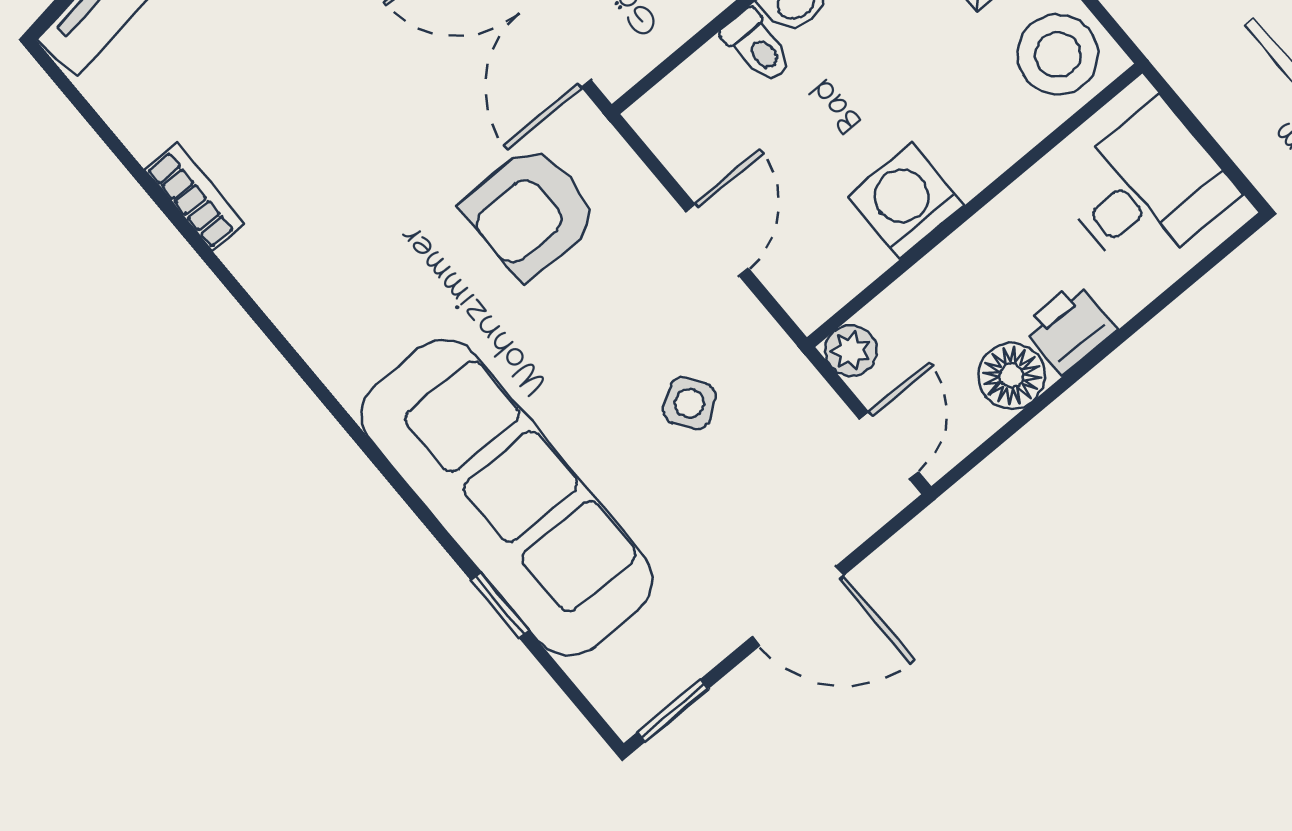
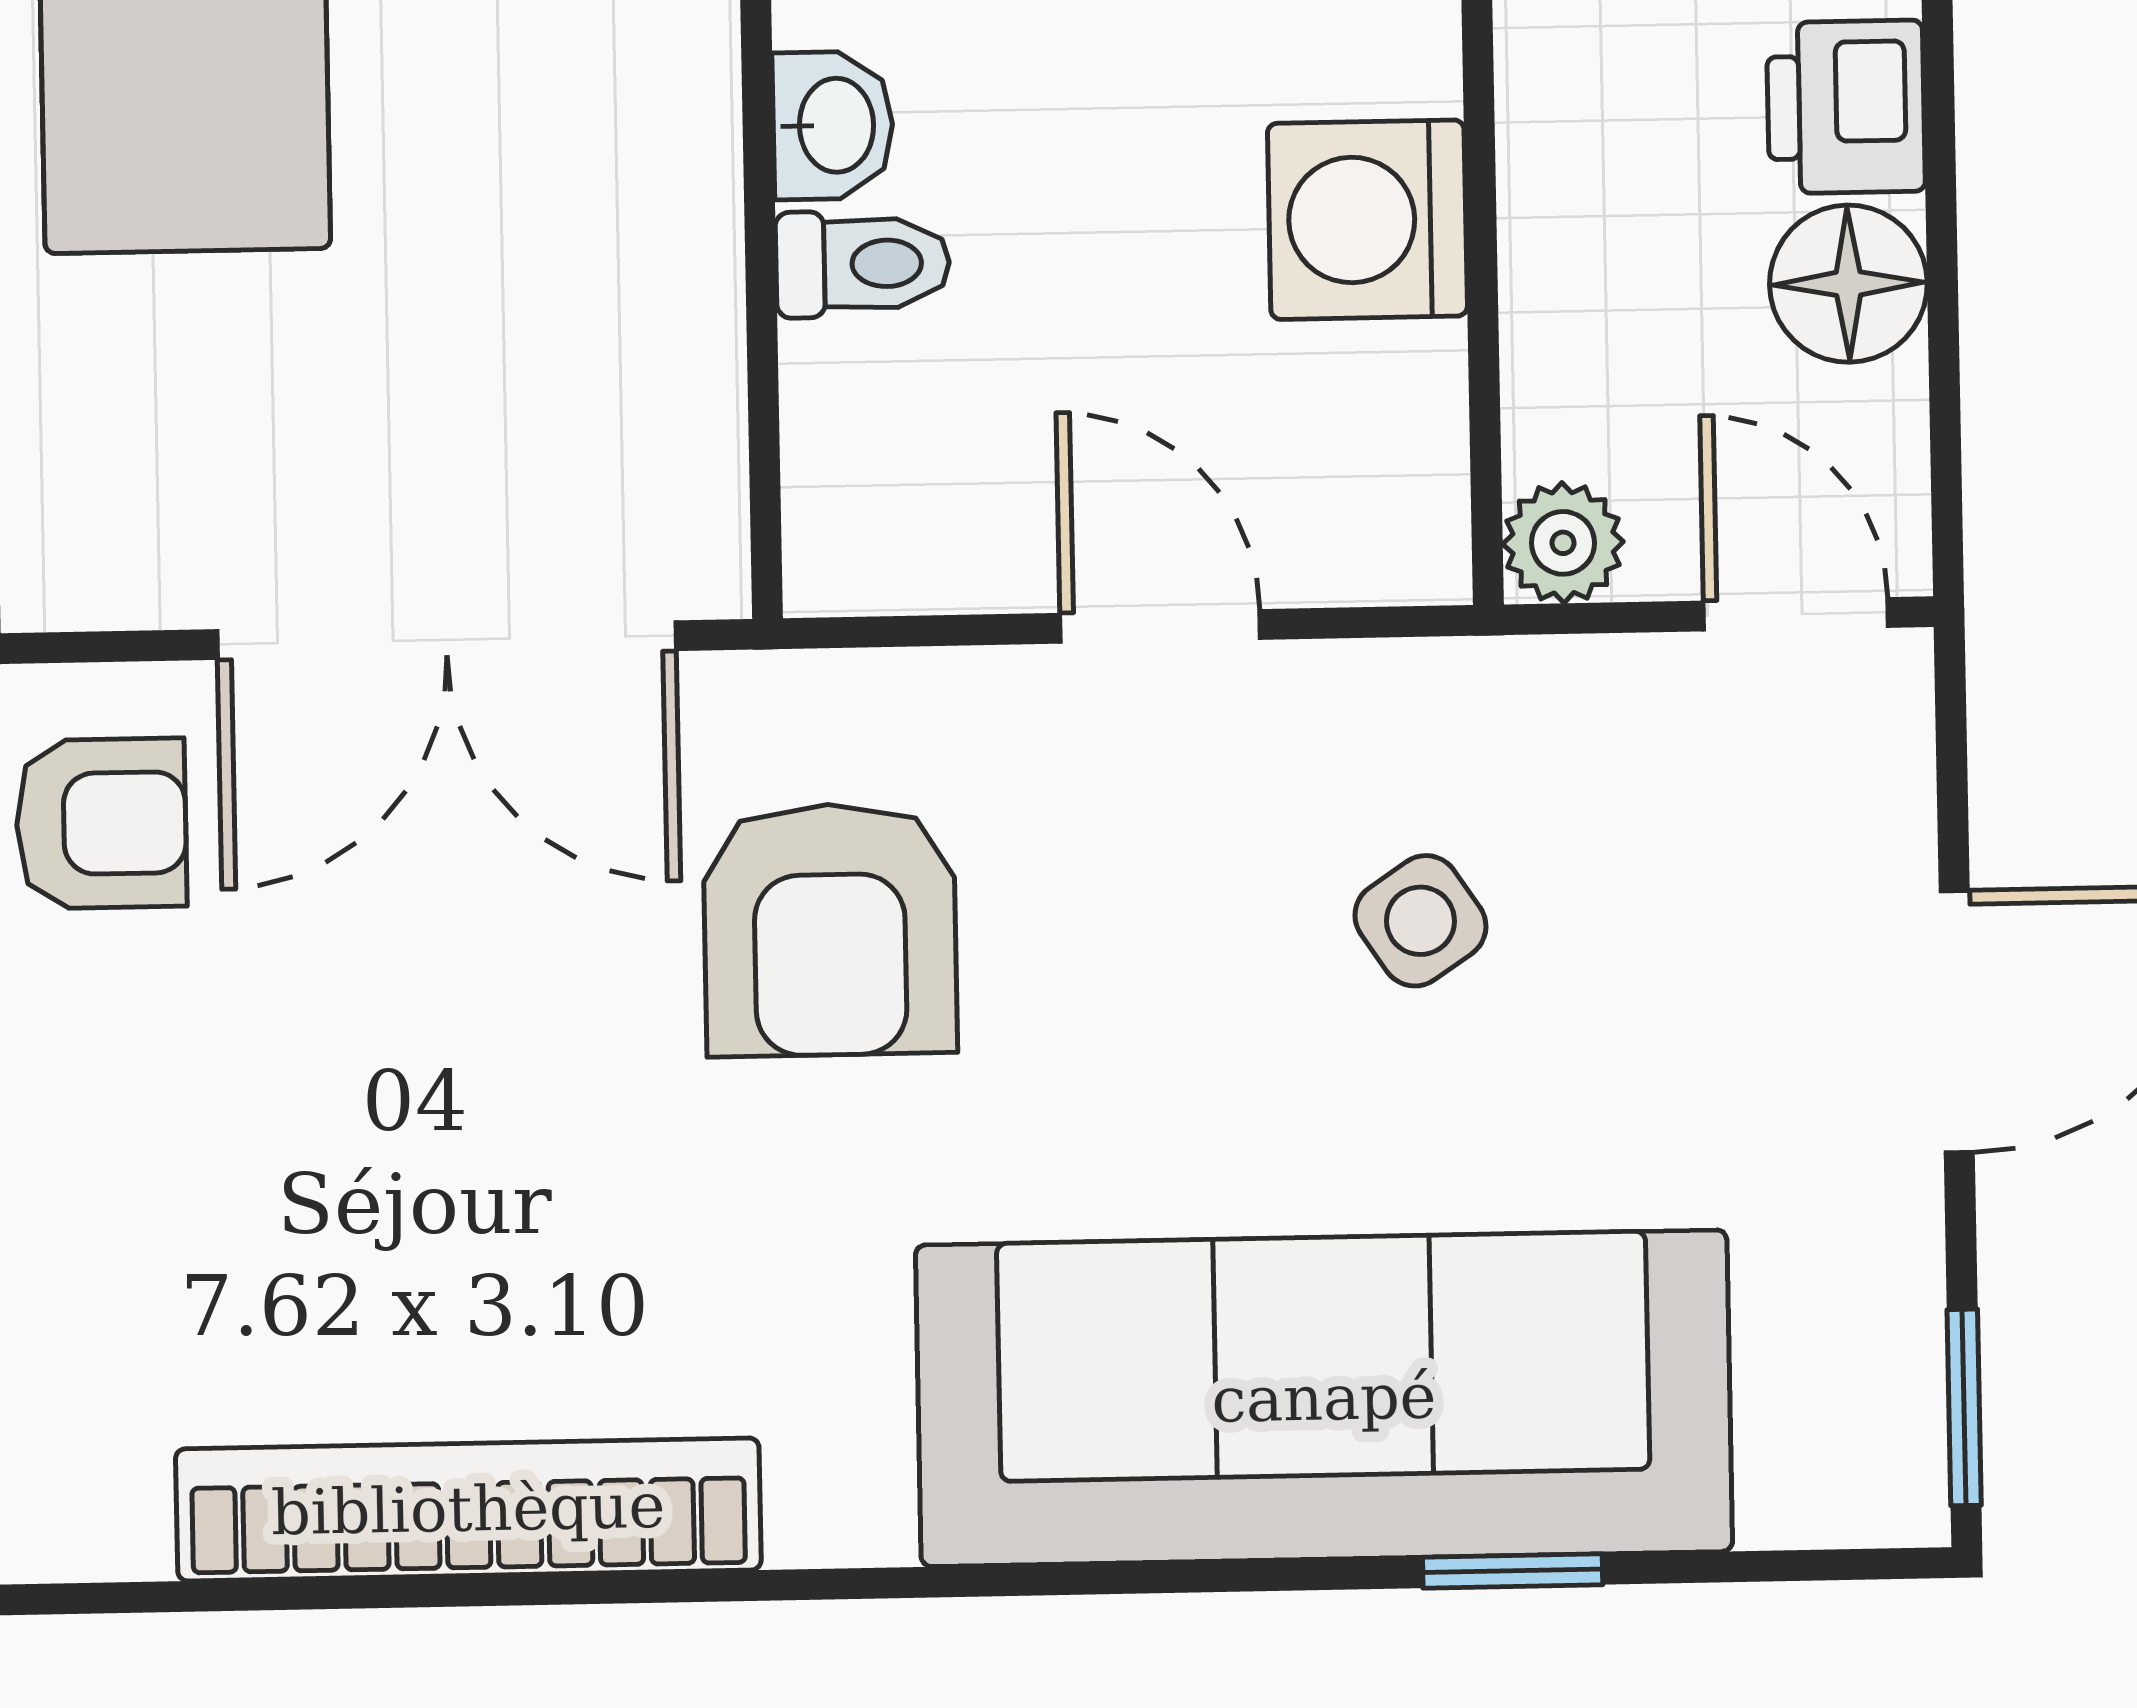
bookcase: (195, 197) -> (468, 1509), width x2.31, depth x1.31

